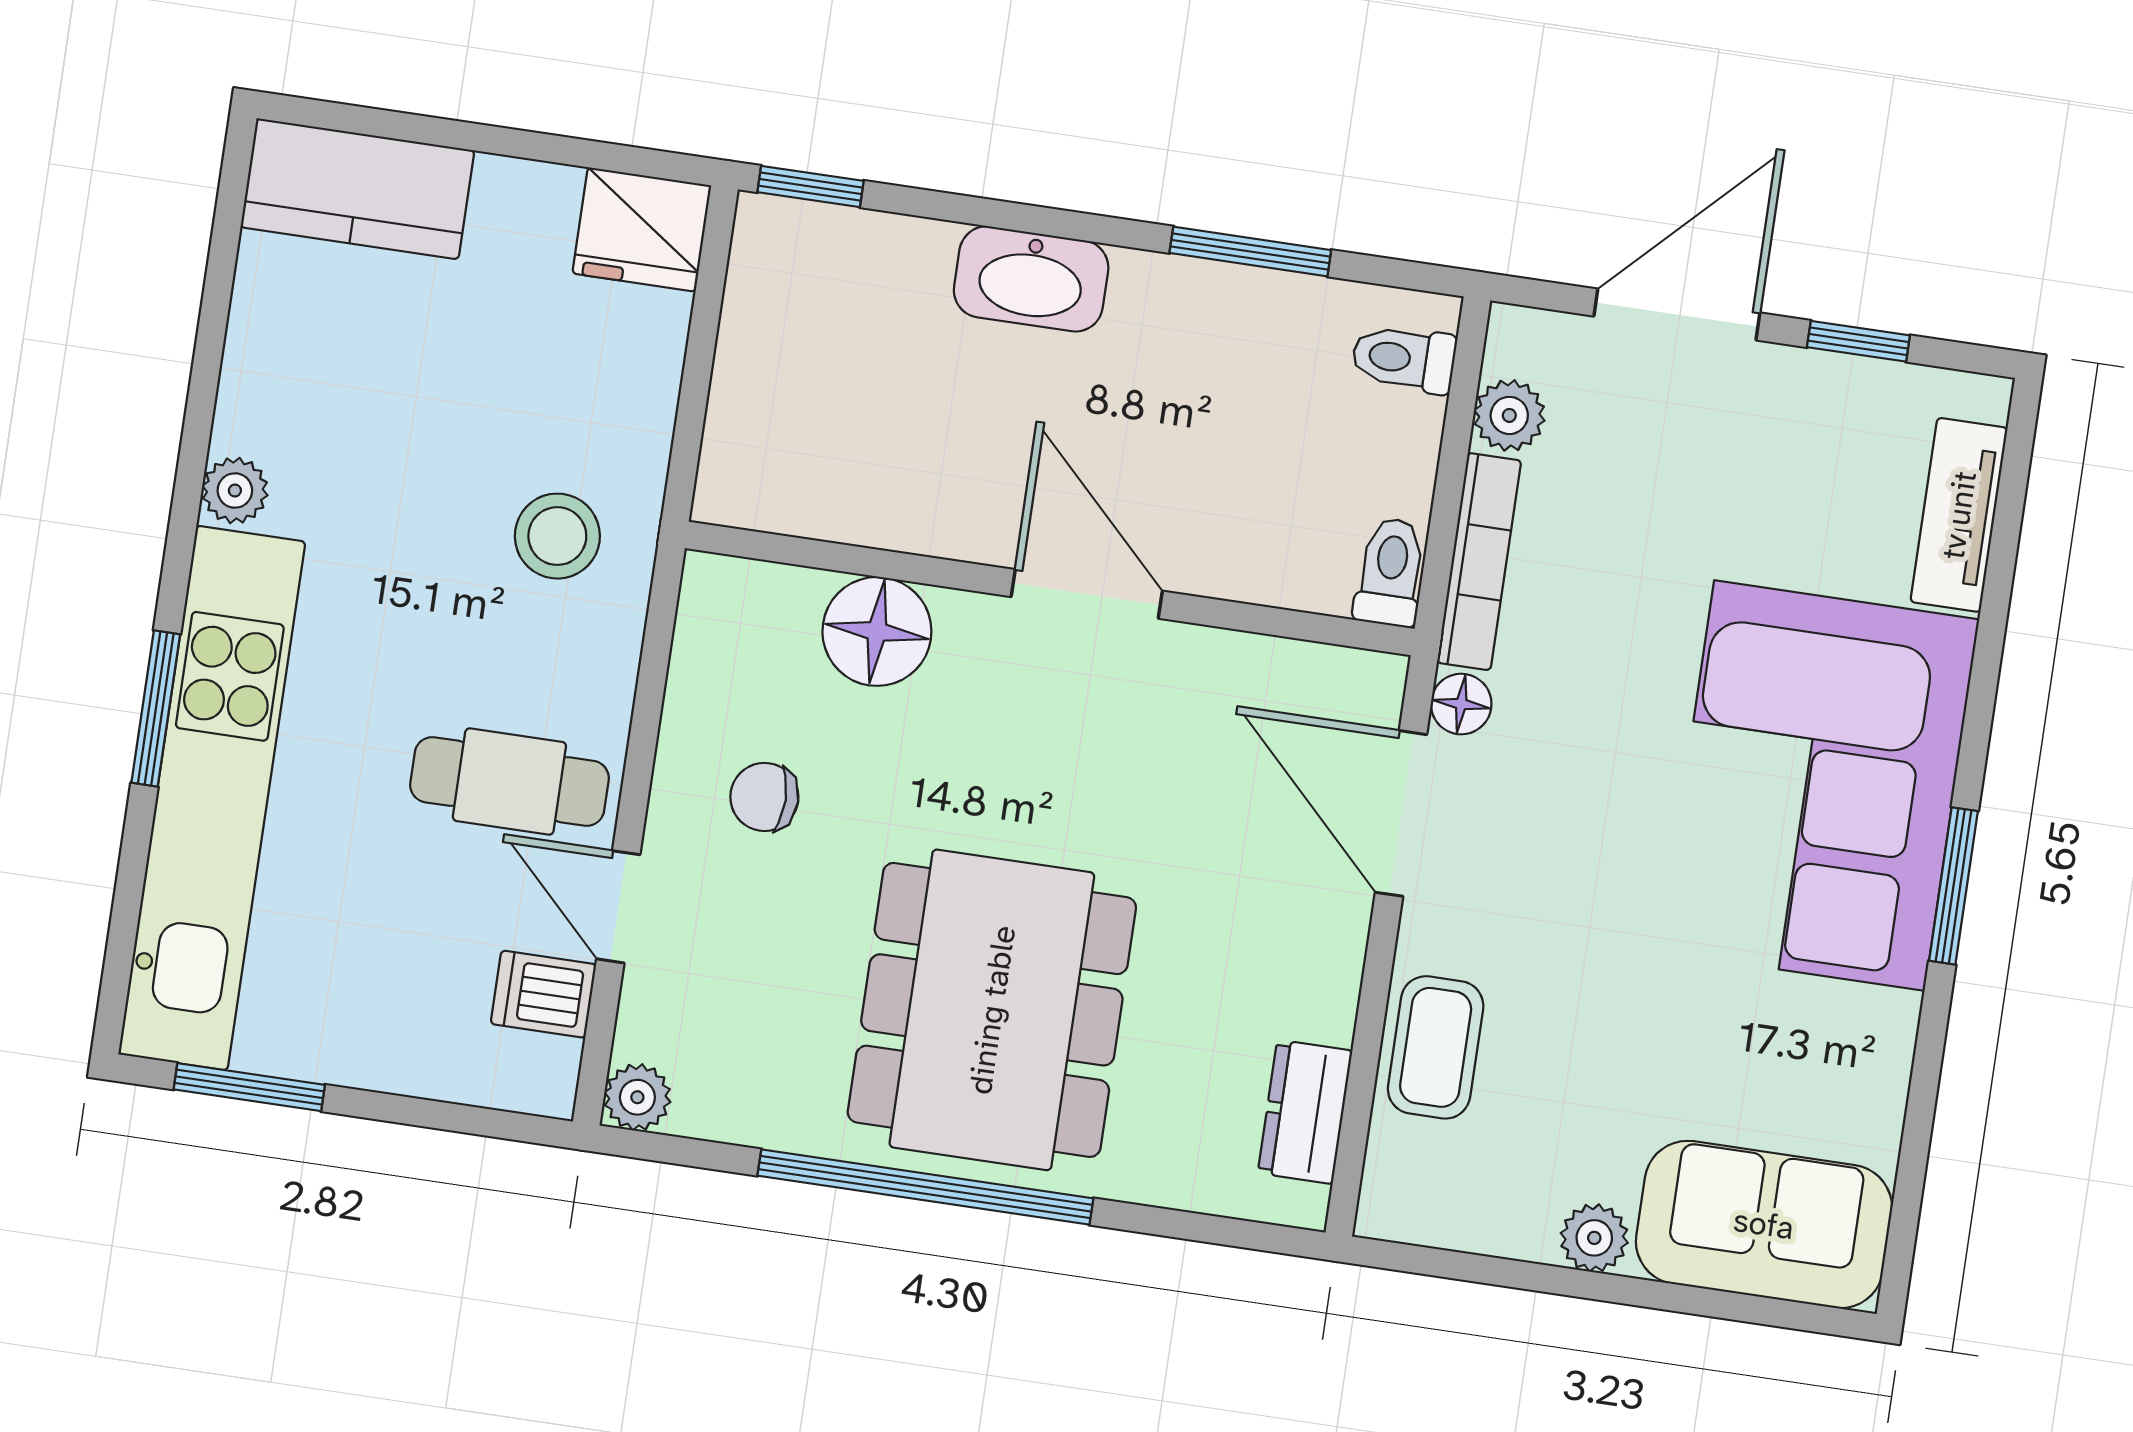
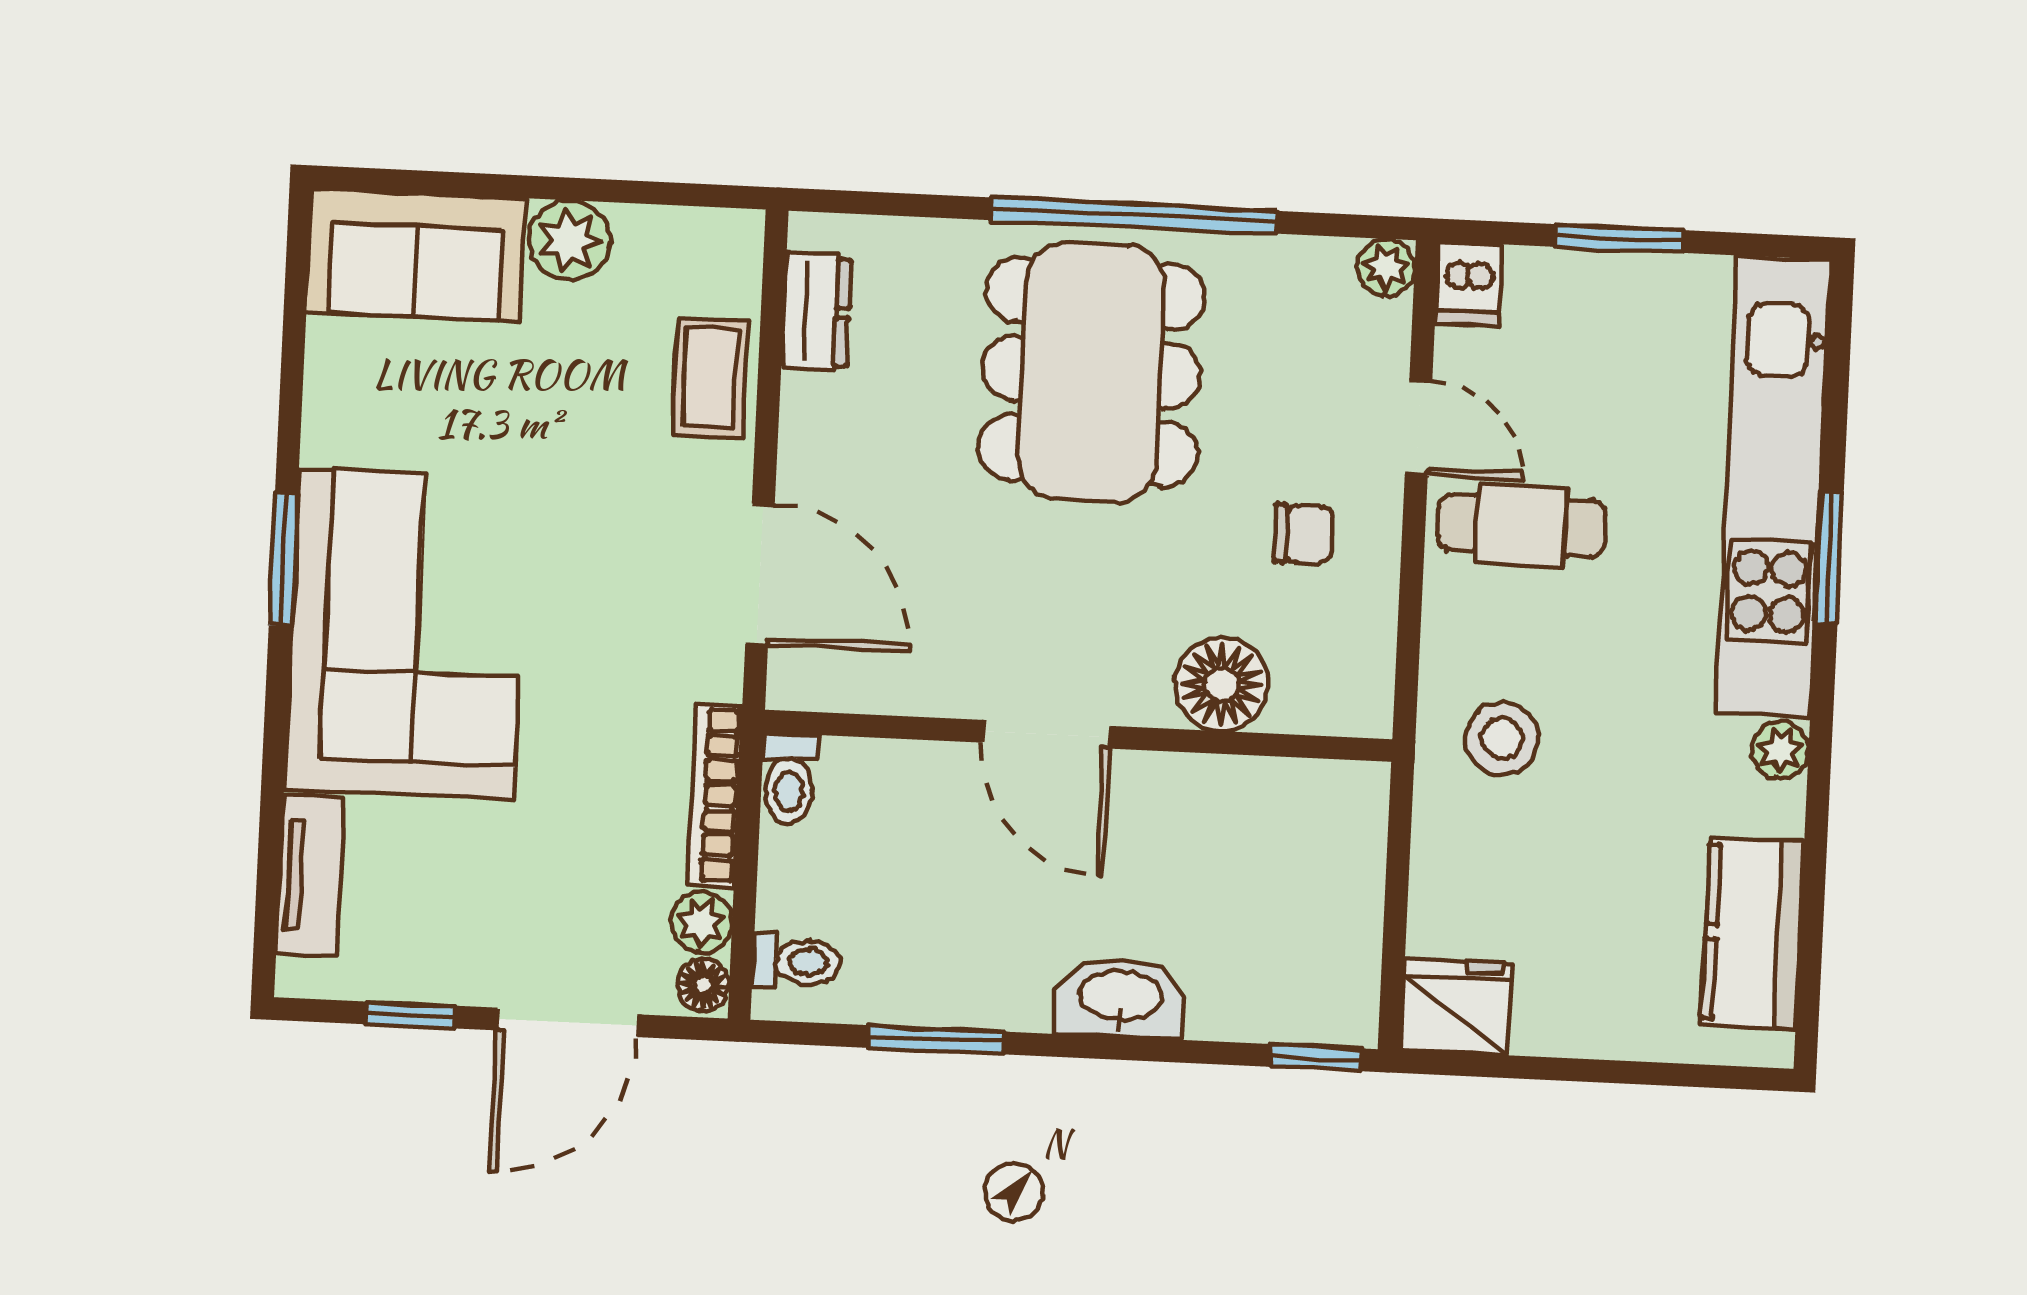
kitchen counter: (357, 189) -> (1753, 933), moved, turned -90
floor lamp: (1461, 704) -> (703, 985), moved
dishwasher: (543, 994) -> (1469, 284), moved, turned 90
window: (249, 1087) -> (1620, 239), moved
plant: (1594, 1238) -> (570, 241), width x1.38, depth x1.38

